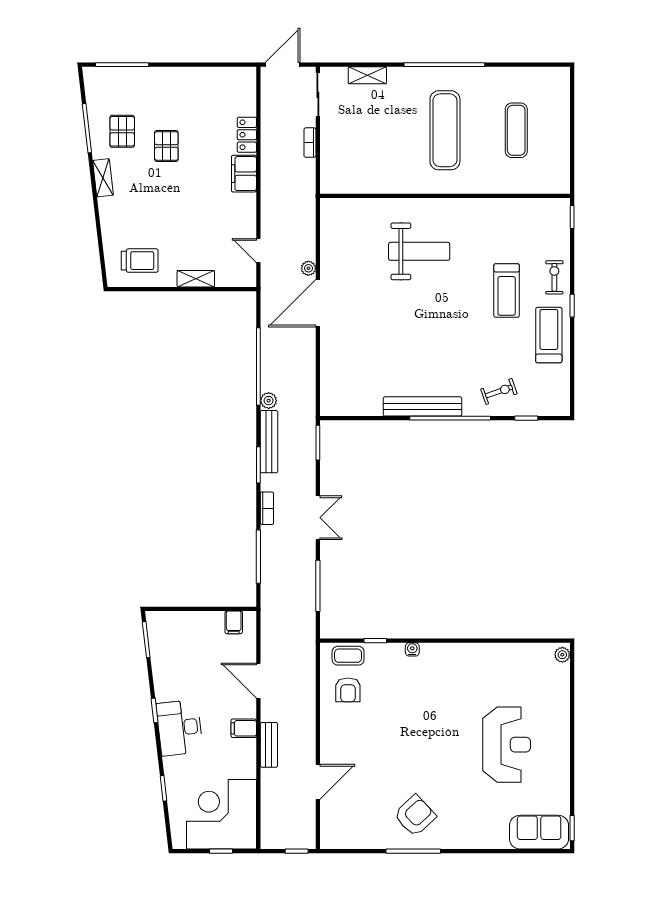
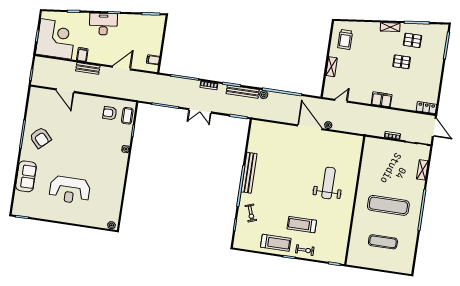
locker: (247, 135) -> (426, 108), moved
weight bench: (419, 251) -> (328, 183), turned 180
filing cabinet: (244, 728) -> (82, 55), moved
sofa: (539, 832) -> (26, 176), moved

